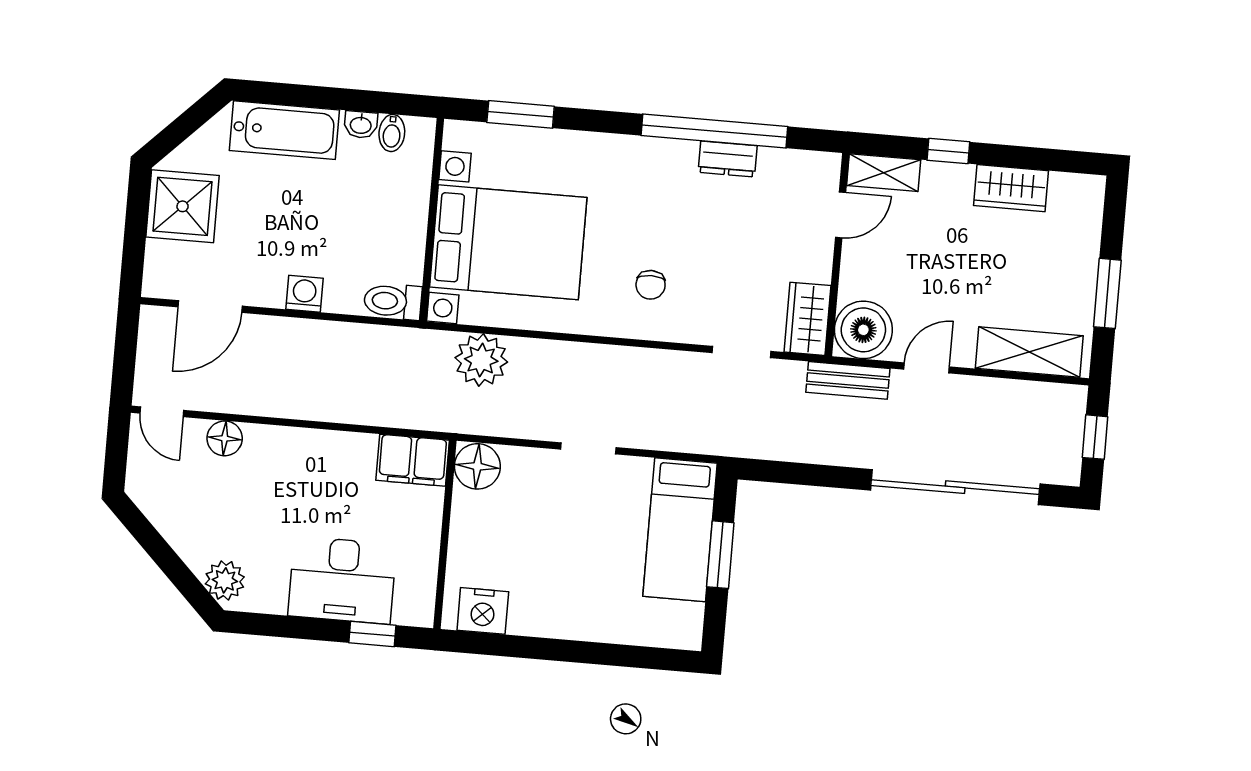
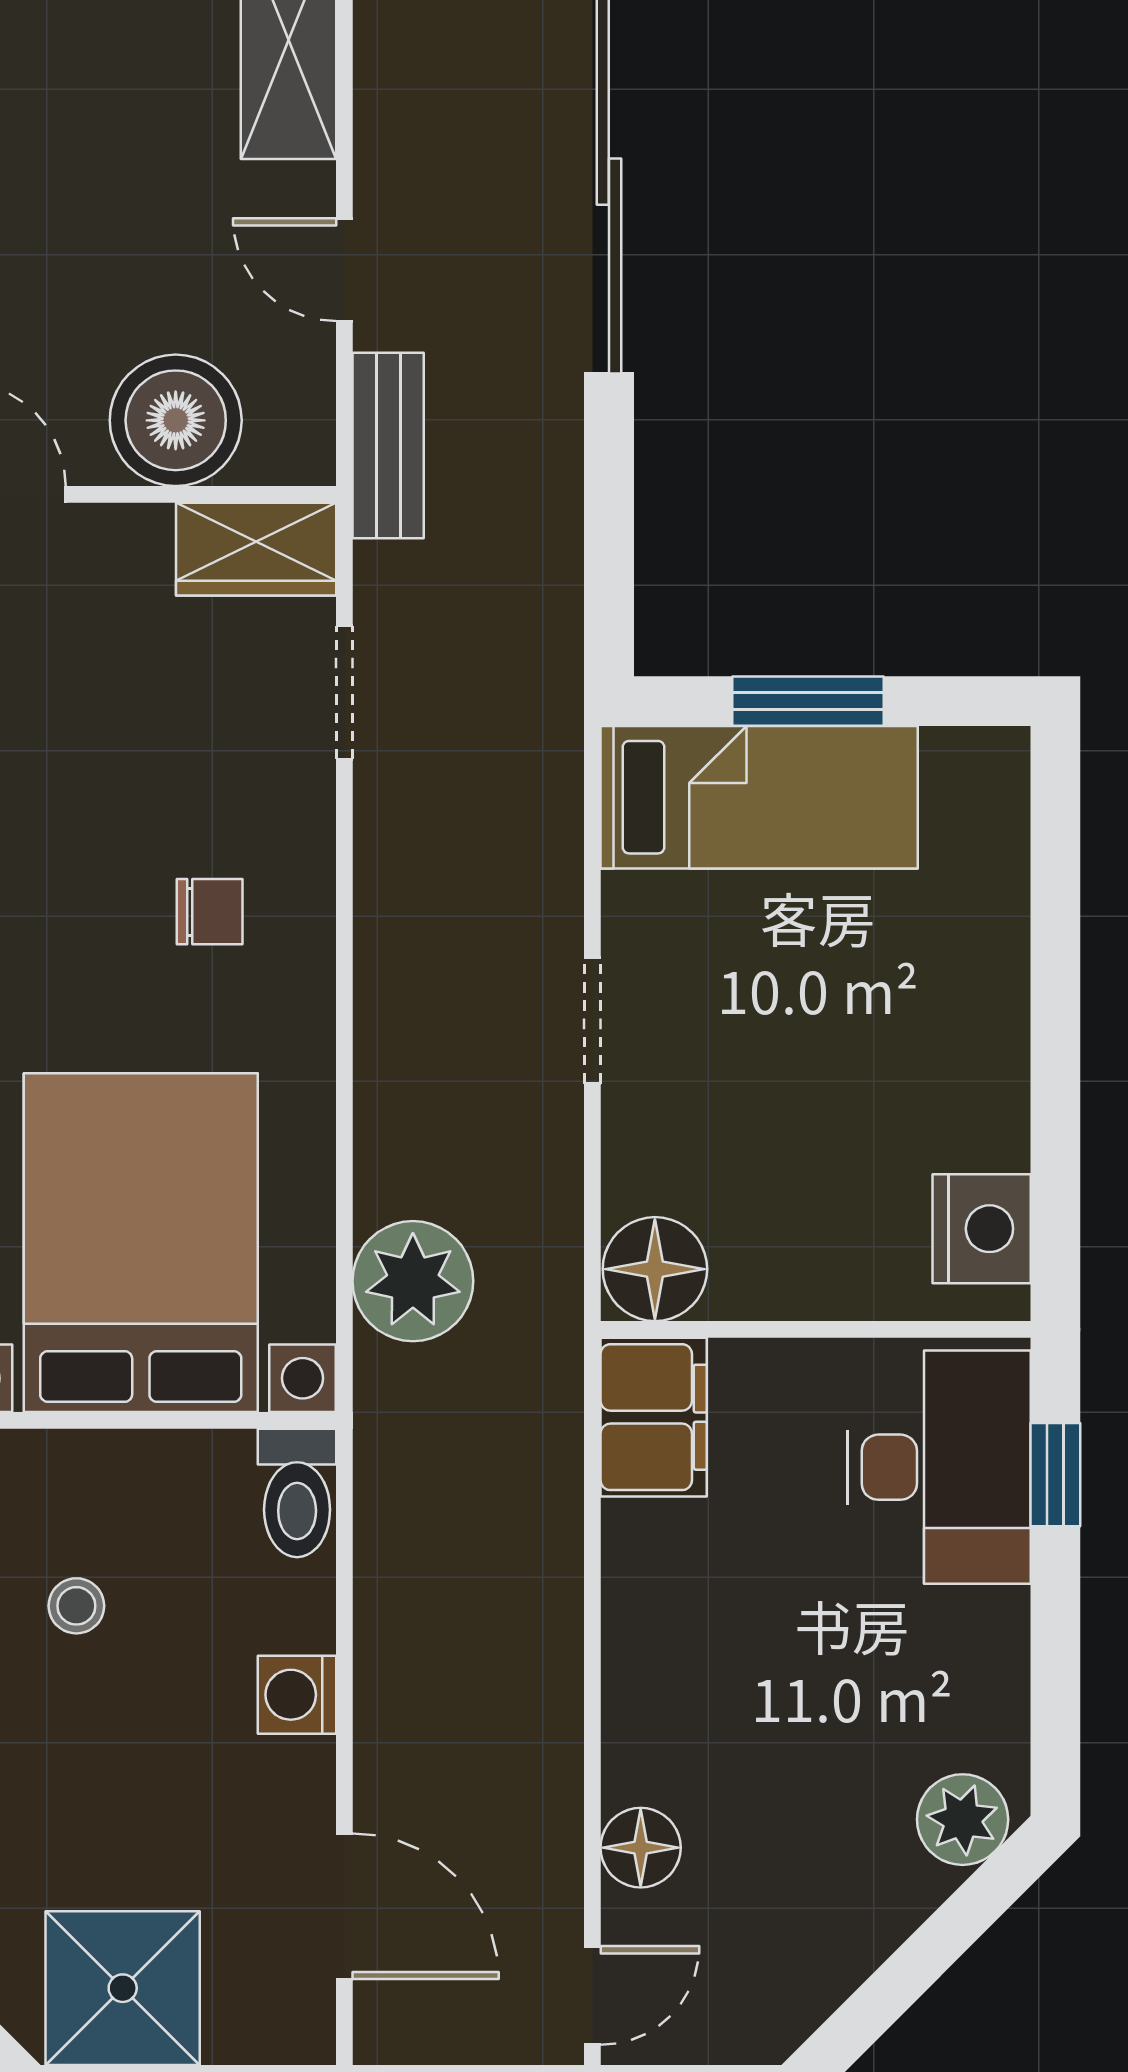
stool: (352, 200) -> (76, 1606), added
boiler: (863, 330) -> (176, 420), moved
desk: (342, 580) -> (939, 1467), moved

